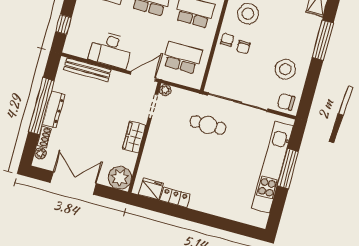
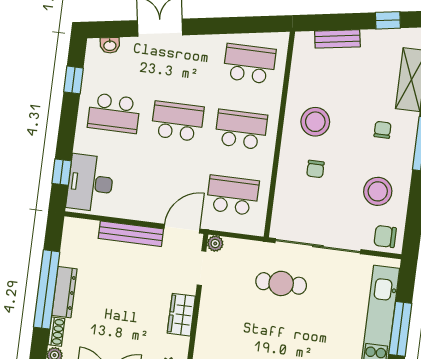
chair: (227, 40) -> (383, 130), moved
desk: (111, 50) -> (90, 183), moved, turned 90
bench: (87, 70) -> (131, 234), moved

